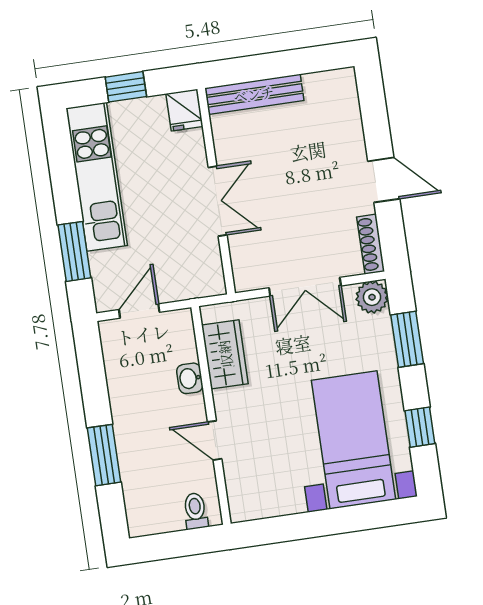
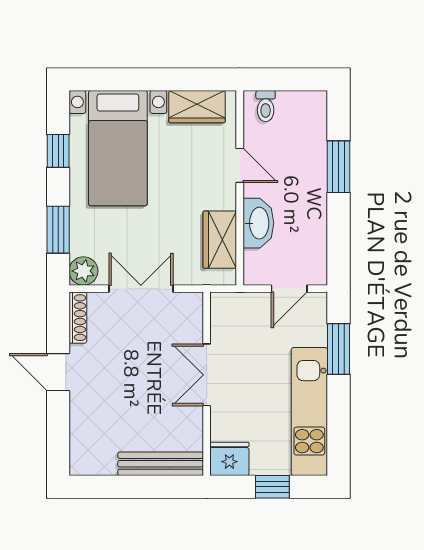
fridge: (184, 110) -> (229, 459), width x1.38
washbasin: (190, 378) -> (258, 223), width x1.91, depth x1.45
wardrobe: (272, 499) -> (197, 107), added

